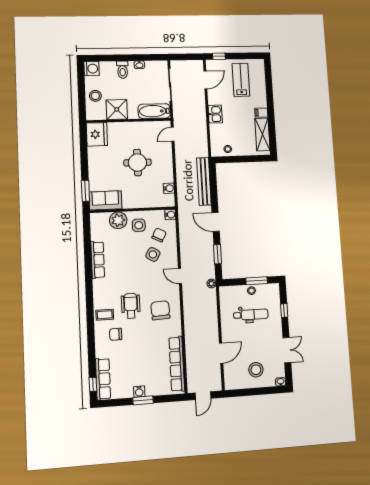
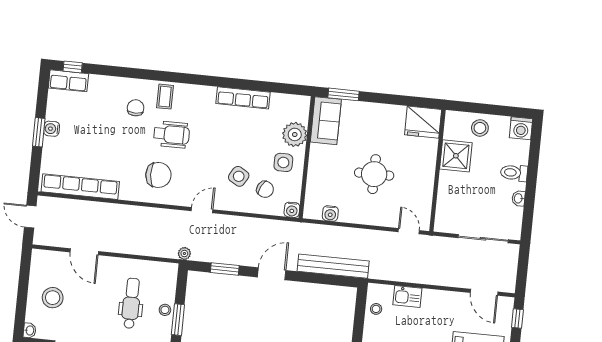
bathtub: (154, 111) -> (447, 210), removed
kitchen sink: (215, 114) -> (407, 296), moved
dental chair: (251, 315) -> (131, 303), turned 180
row of seats: (103, 379) -> (68, 81), width x0.68

